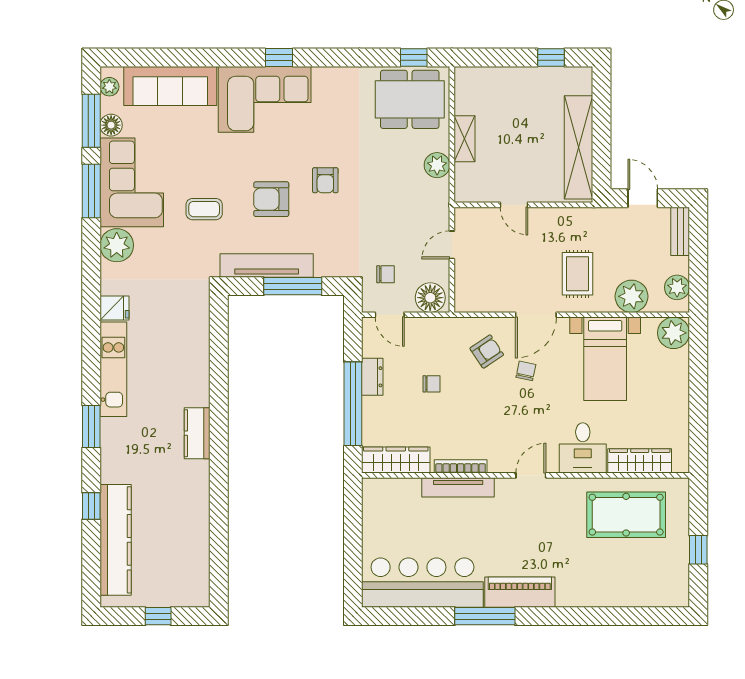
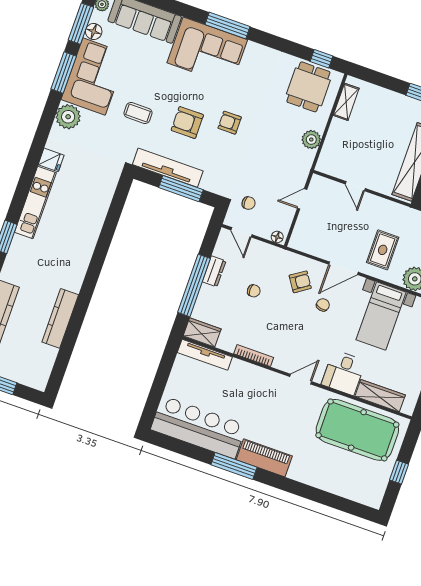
window: (279, 57) -> (227, 26), width x2.17
dining table: (410, 99) -> (308, 87), width x0.73
shelving: (465, 139) -> (346, 102), moved
armchair: (325, 180) -> (230, 123), turned 90
floor lamp: (430, 298) -> (277, 237), width x0.53, depth x0.53
kitchen counter: (197, 433) -> (60, 318), moved, width x1.50
wardrobe: (396, 460) -> (202, 332), width x0.67
tv unit: (458, 487) -> (205, 355), moved
pool table: (626, 515) -> (357, 430), width x1.36, depth x1.32

